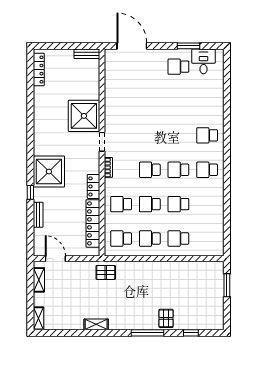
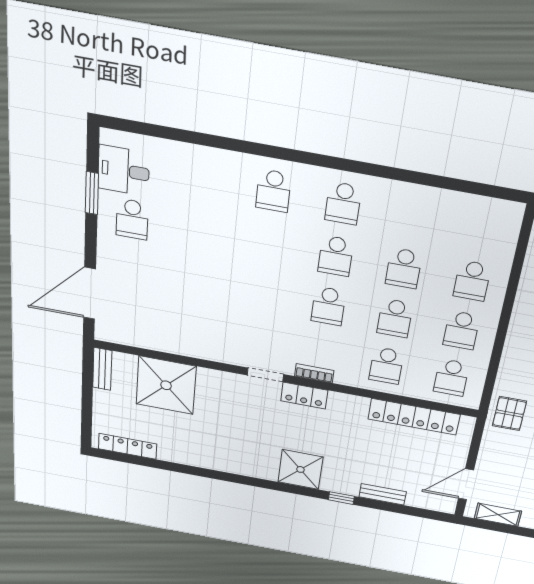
shower: (84, 116) -> (166, 385), moved
shower: (49, 172) -> (300, 469), width x0.73, depth x0.73
locker: (94, 186) -> (304, 396), moved

